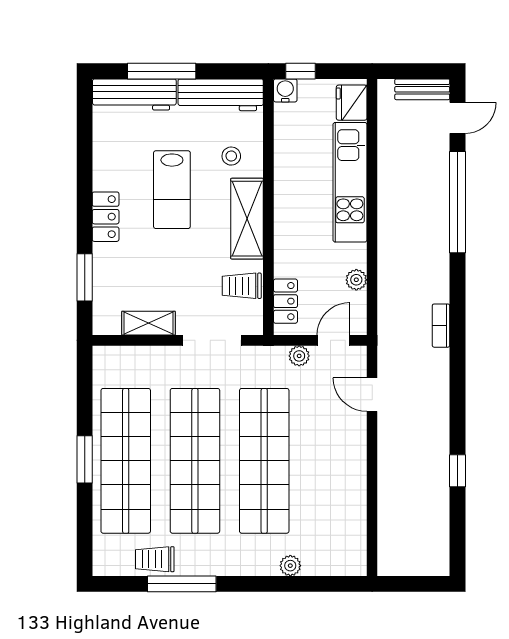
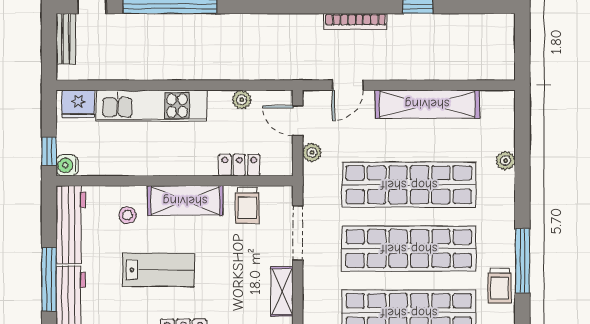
locker: (285, 301) -> (239, 165), moved
bookcase: (441, 326) -> (356, 22), moved, width x1.56
shelving: (351, 481) -> (427, 104), added

